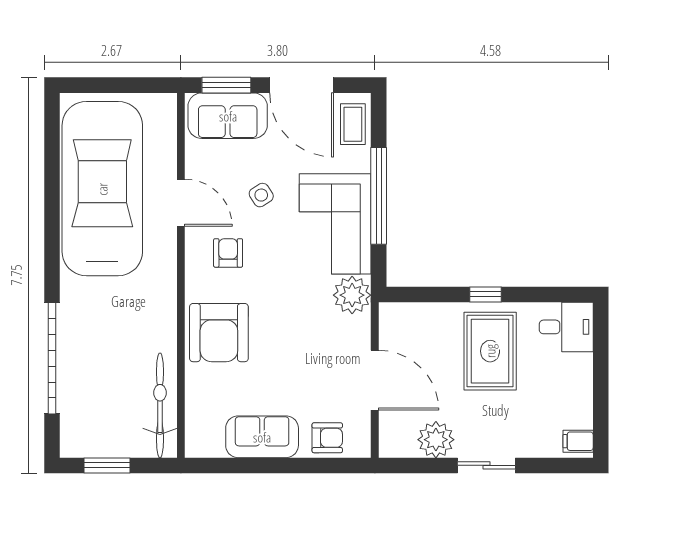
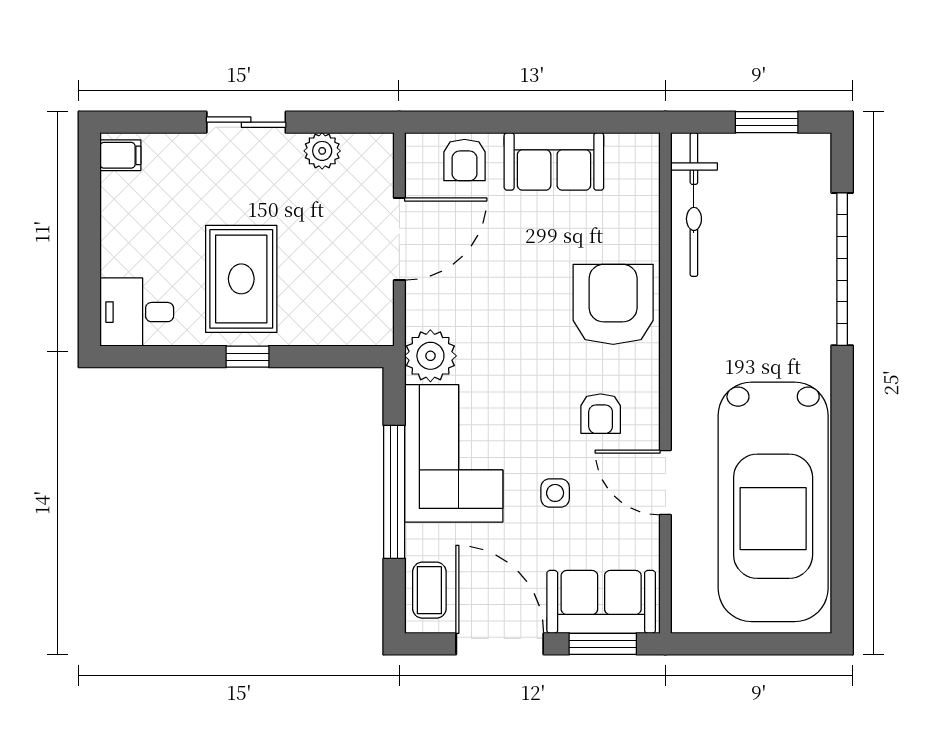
side table: (261, 195) -> (555, 493), turned 33
door: (375, 380) -> (399, 239), swing flipped
armchair: (327, 438) -> (465, 160), turned -90
plant: (436, 440) -> (322, 151), width x0.73, depth x0.73

